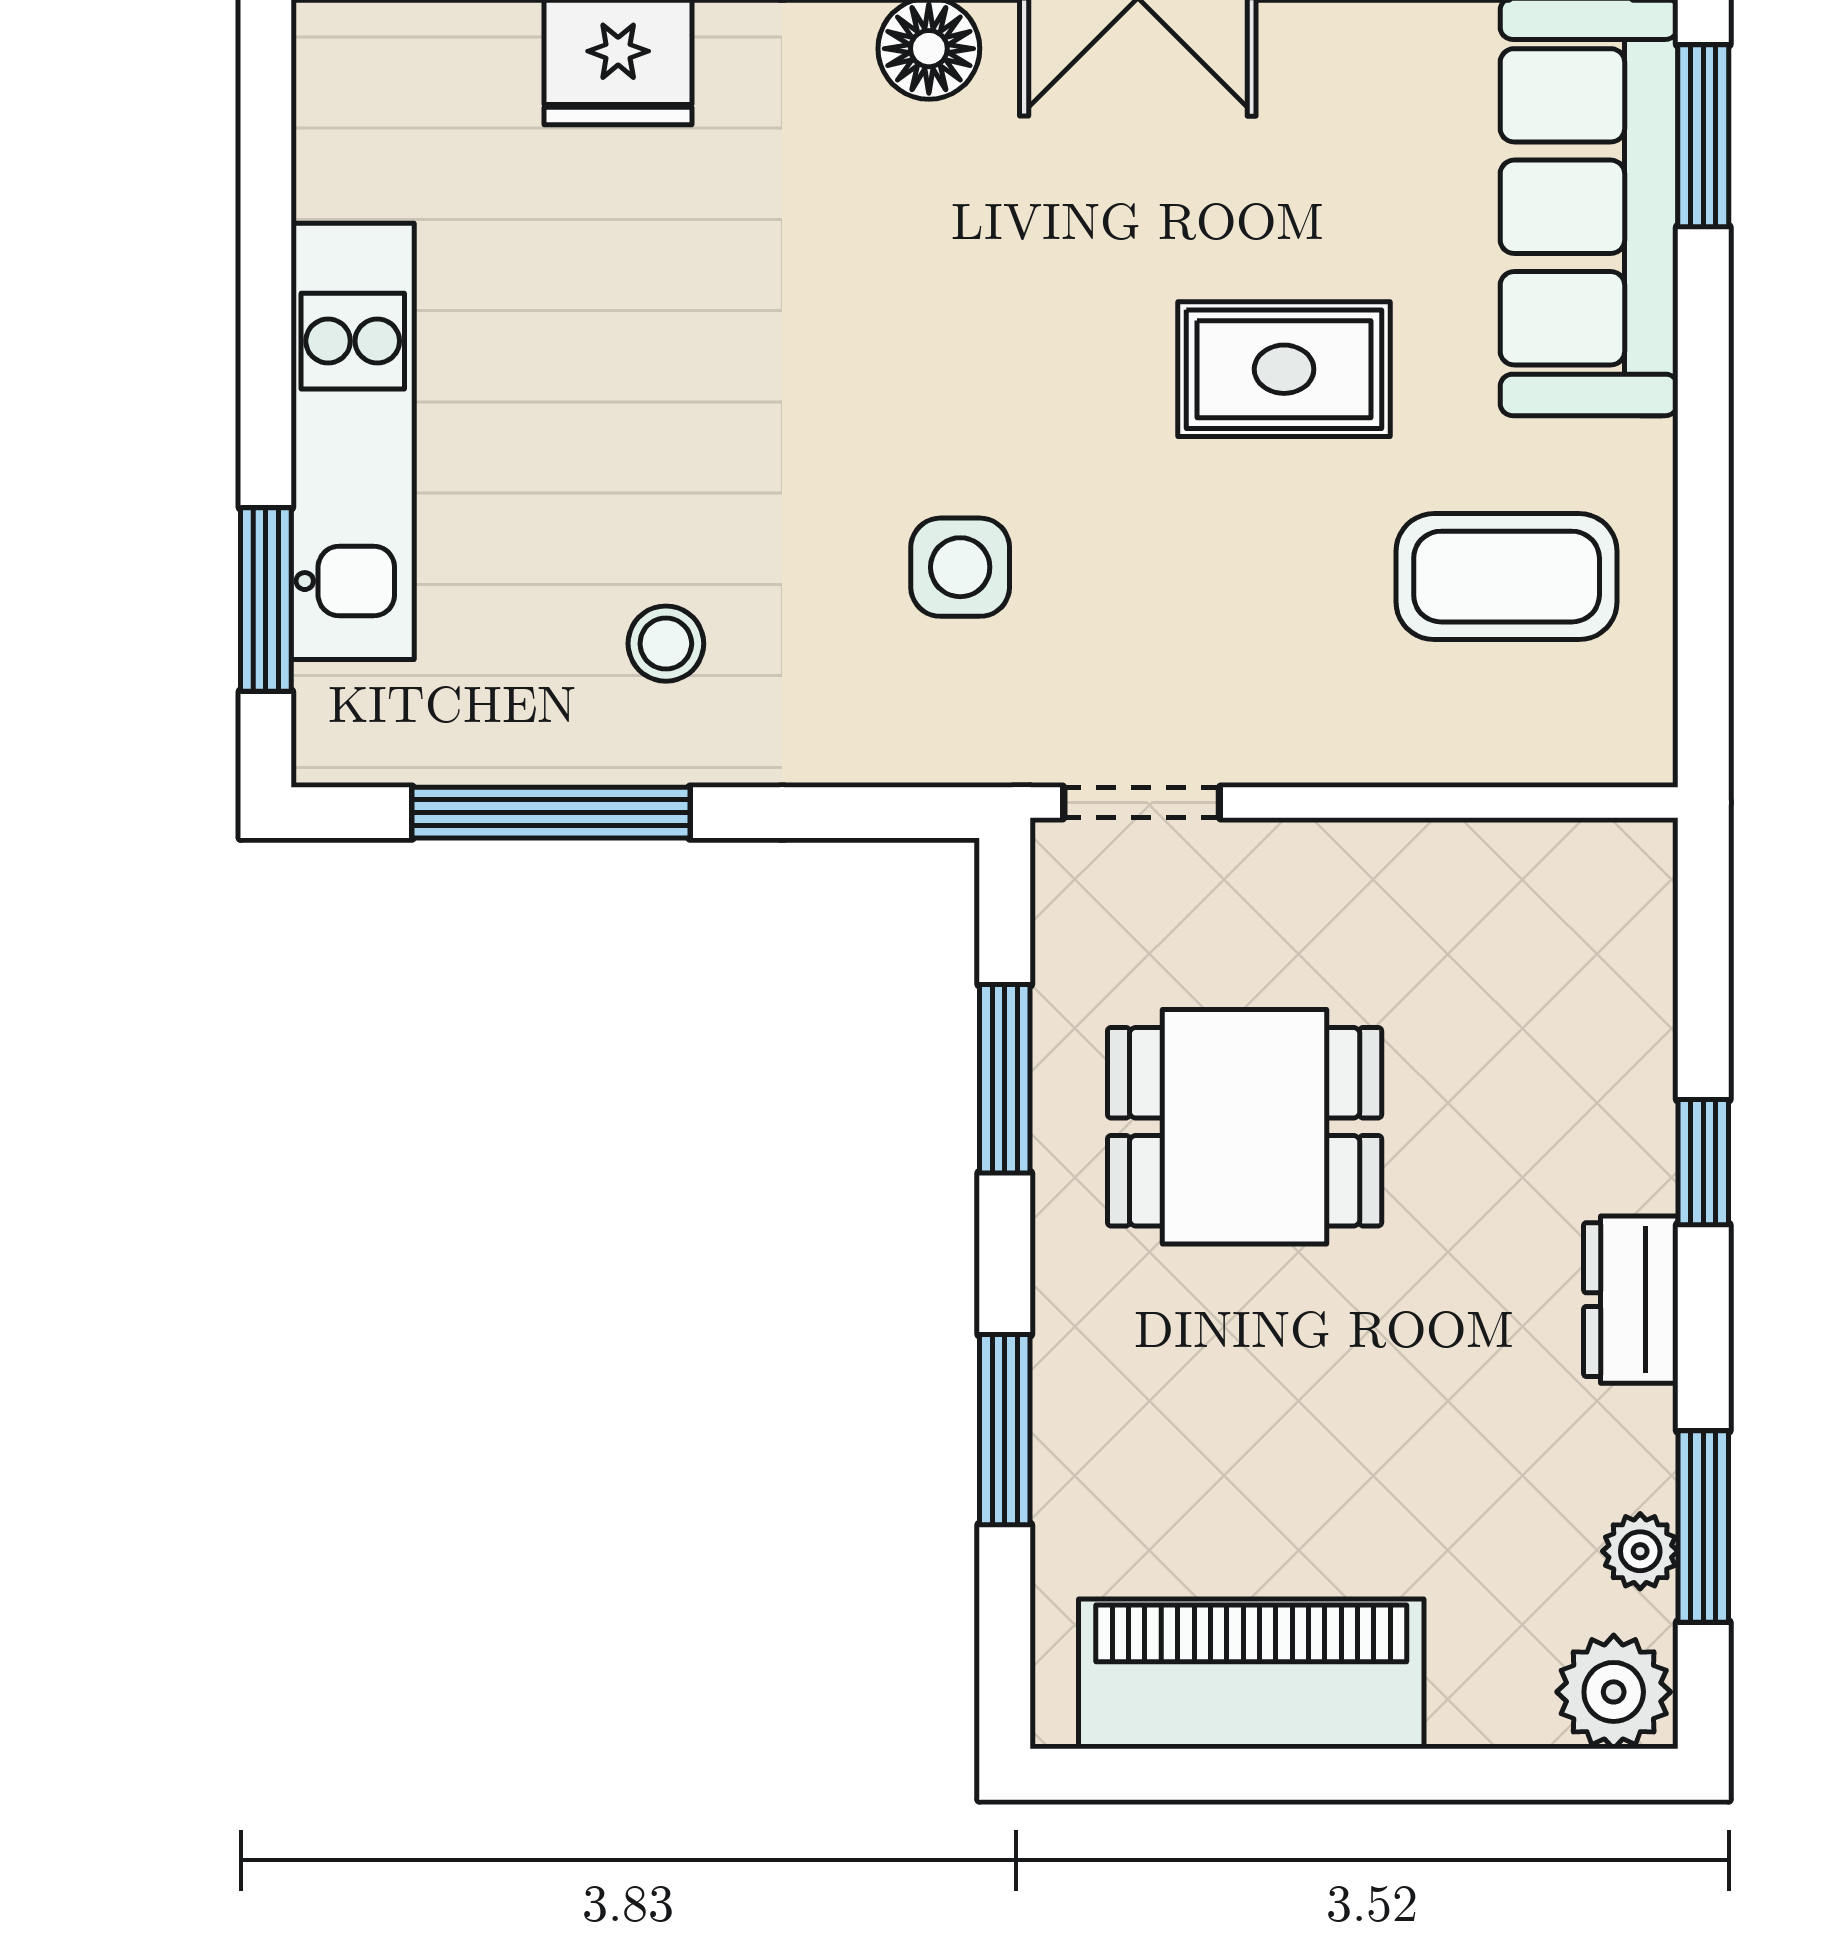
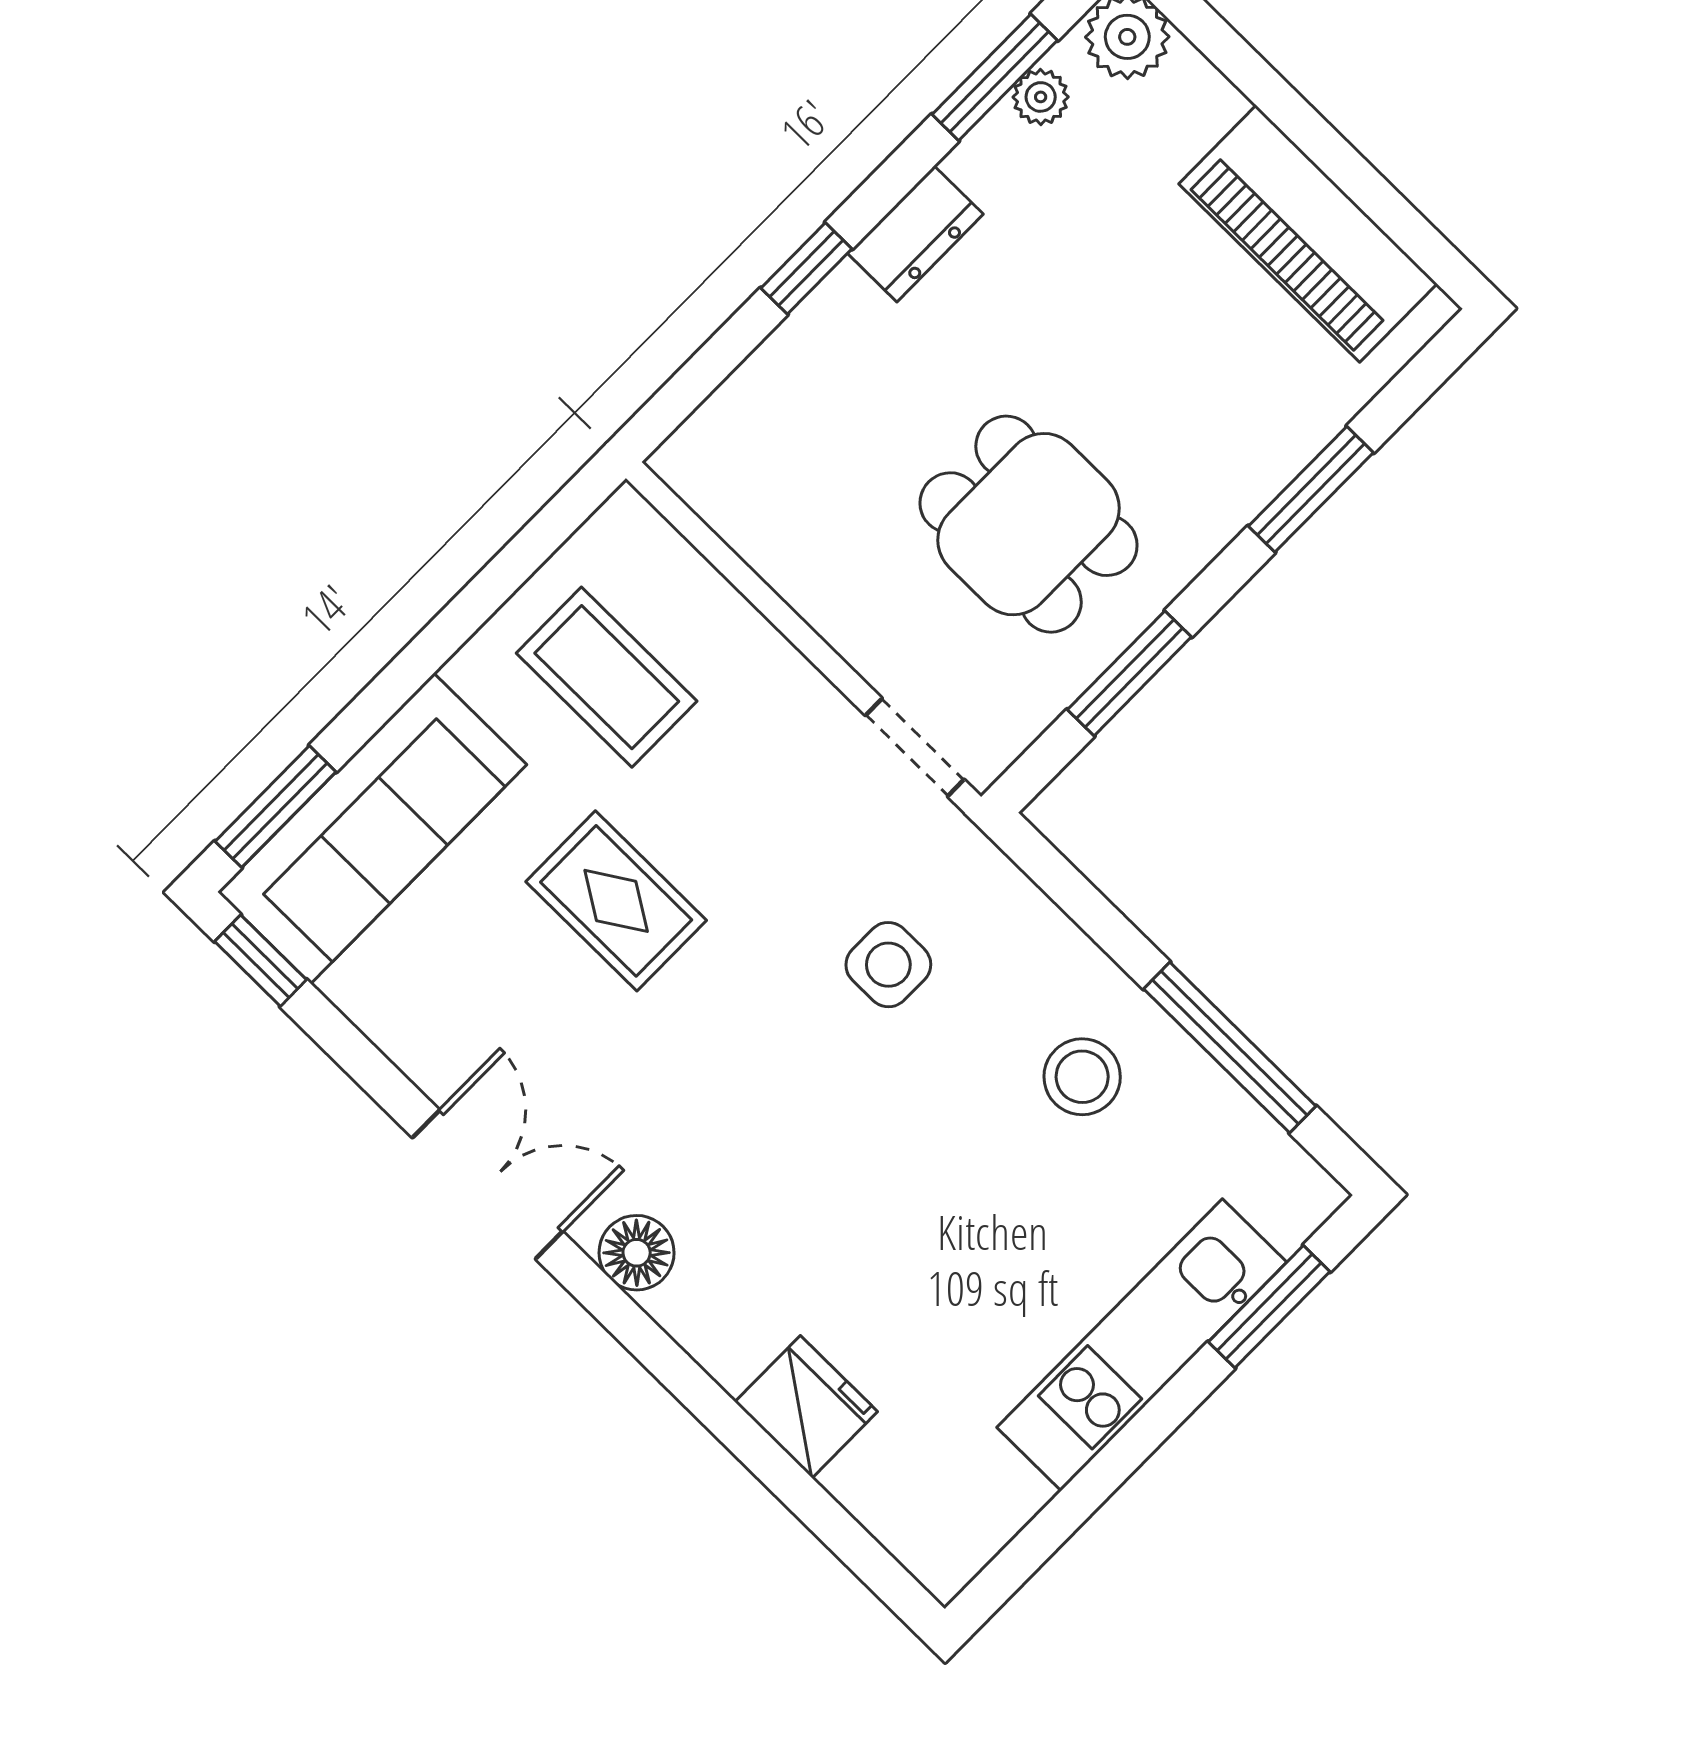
stool: (666, 644) -> (1082, 1077), width x1.37, depth x1.37

